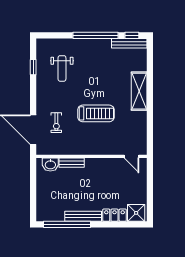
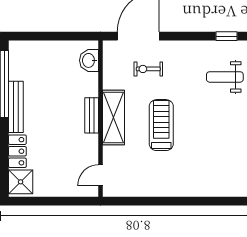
shelving: (139, 91) -> (113, 118), moved, turned 90
treadmill: (96, 113) -> (161, 125), turned 180
bench: (72, 163) -> (92, 115), moved

